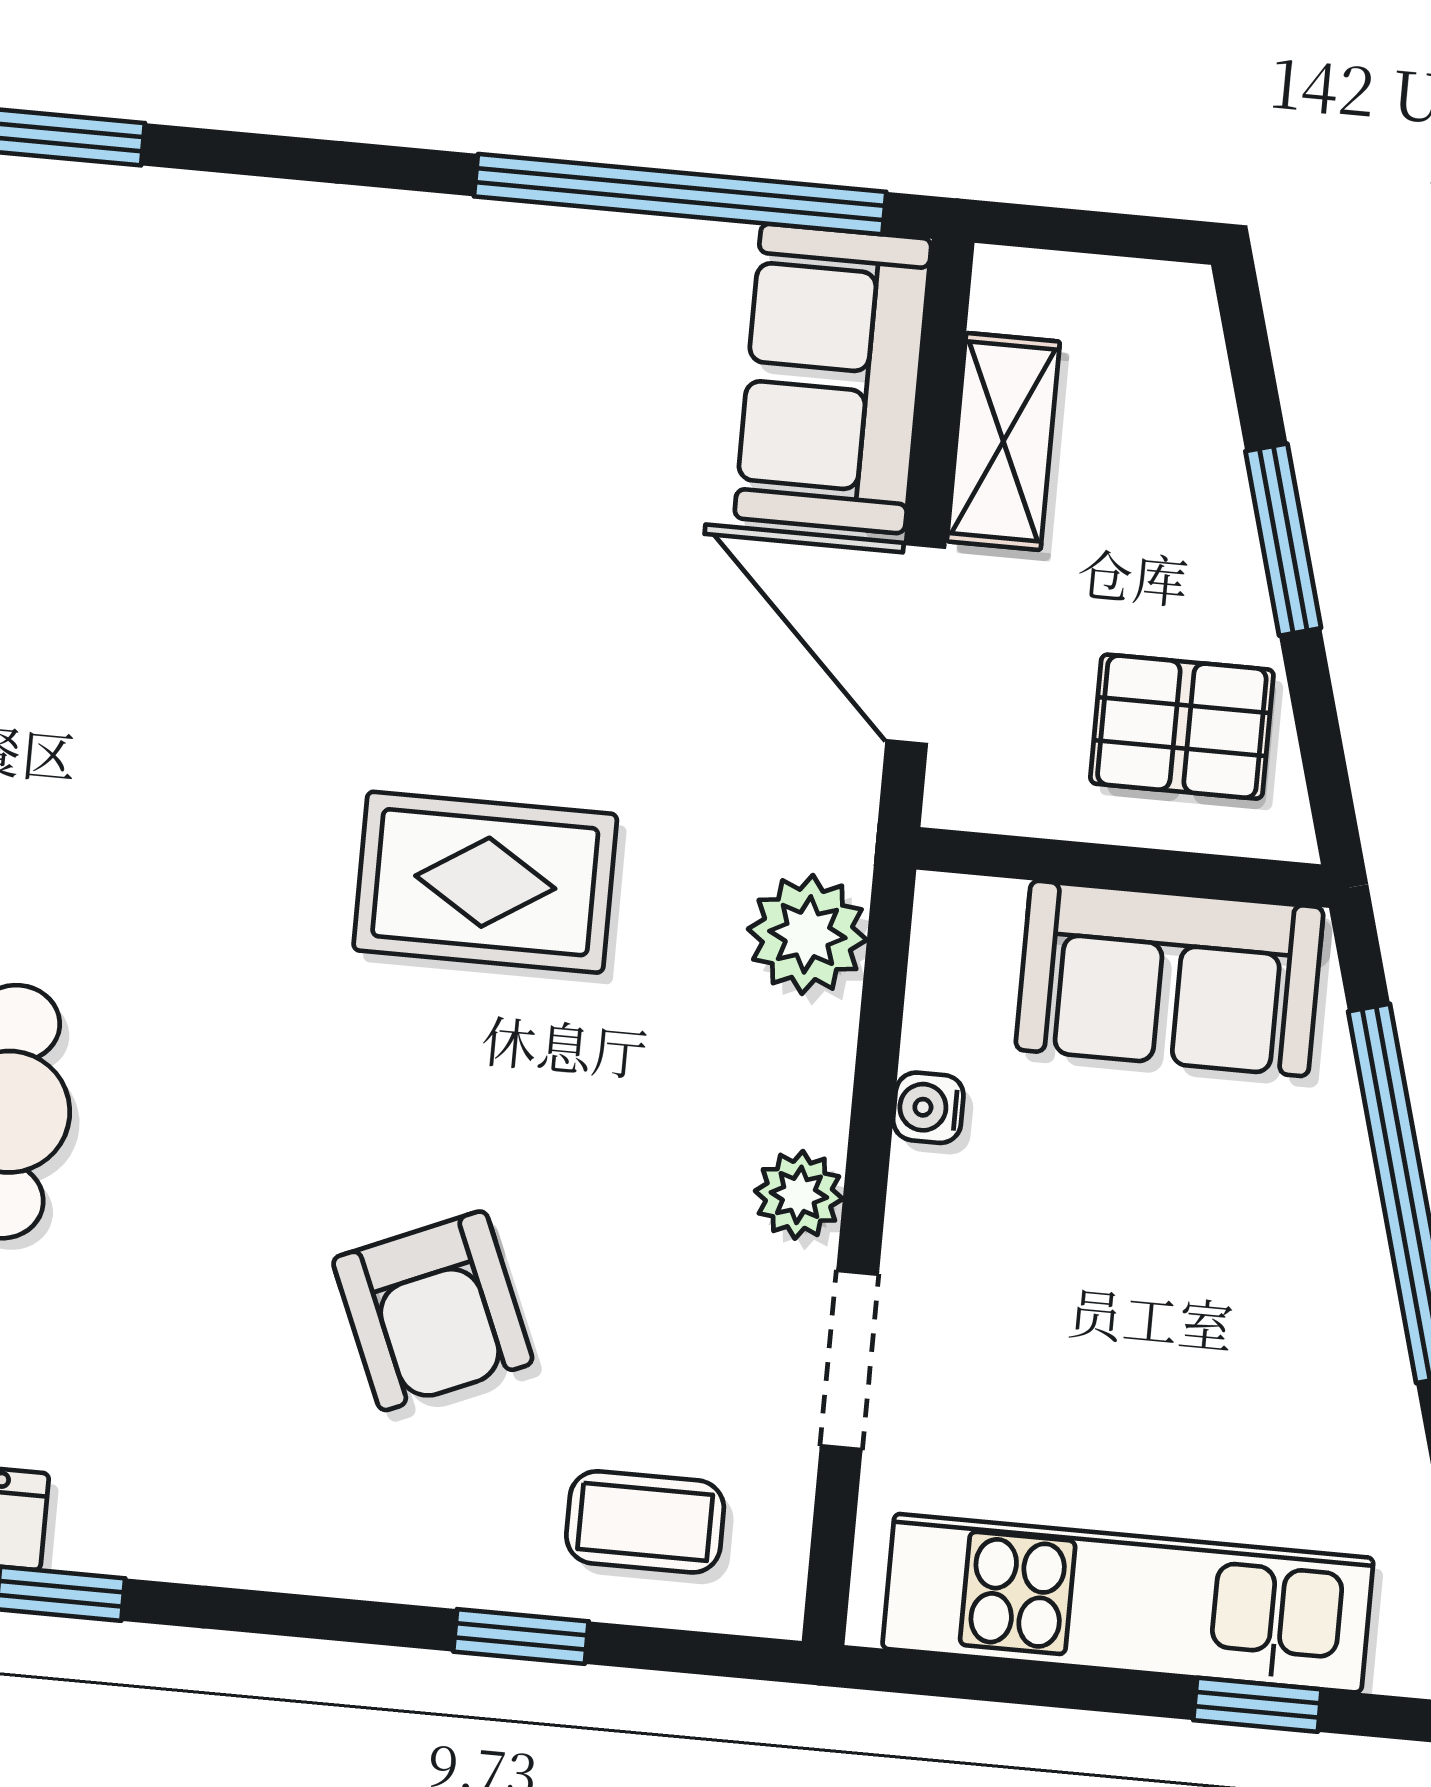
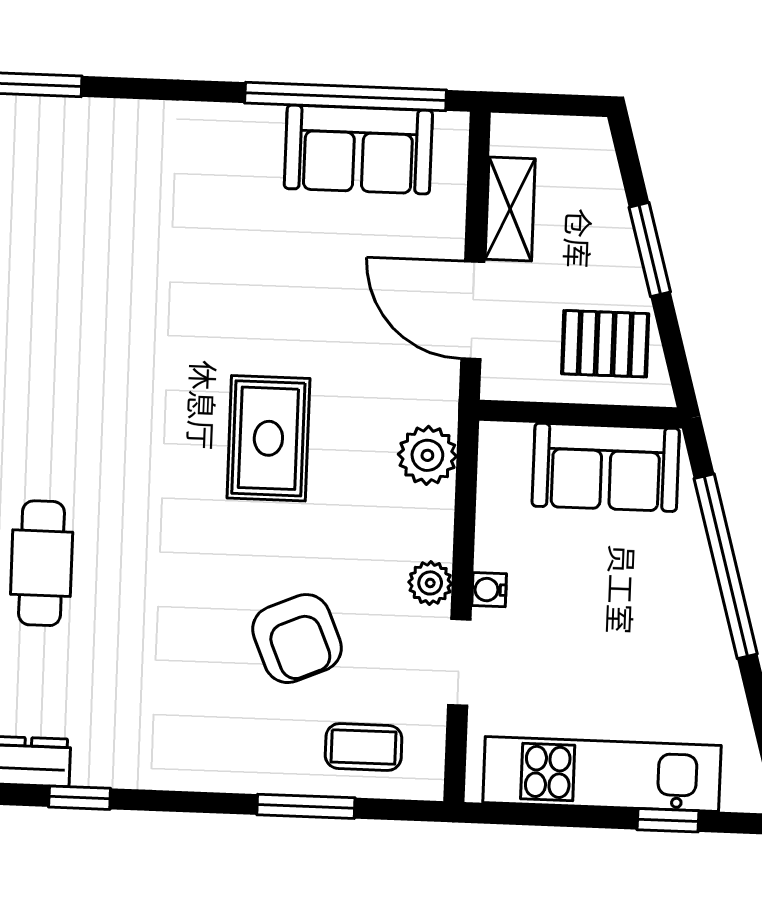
sofa: (833, 378) -> (358, 149), moved, turned -90
rug: (485, 882) -> (268, 438), turned 90
water cooler: (928, 1108) -> (489, 590), moved
armchair: (433, 1311) -> (297, 639), moved
window: (521, 1636) -> (306, 806), width x1.50

